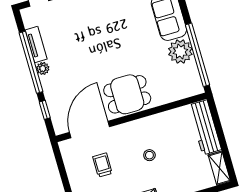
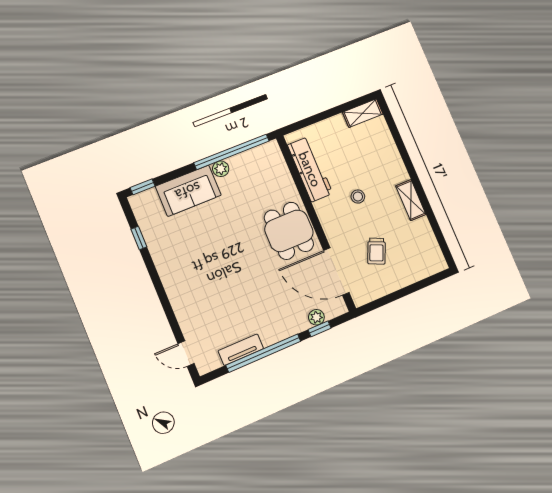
plant: (180, 51) -> (221, 169), width x0.53, depth x0.53
plant: (43, 68) -> (316, 317), moved
workbench: (205, 127) -> (310, 169), moved, turned -90
trolley: (102, 165) -> (376, 251), turned -66

